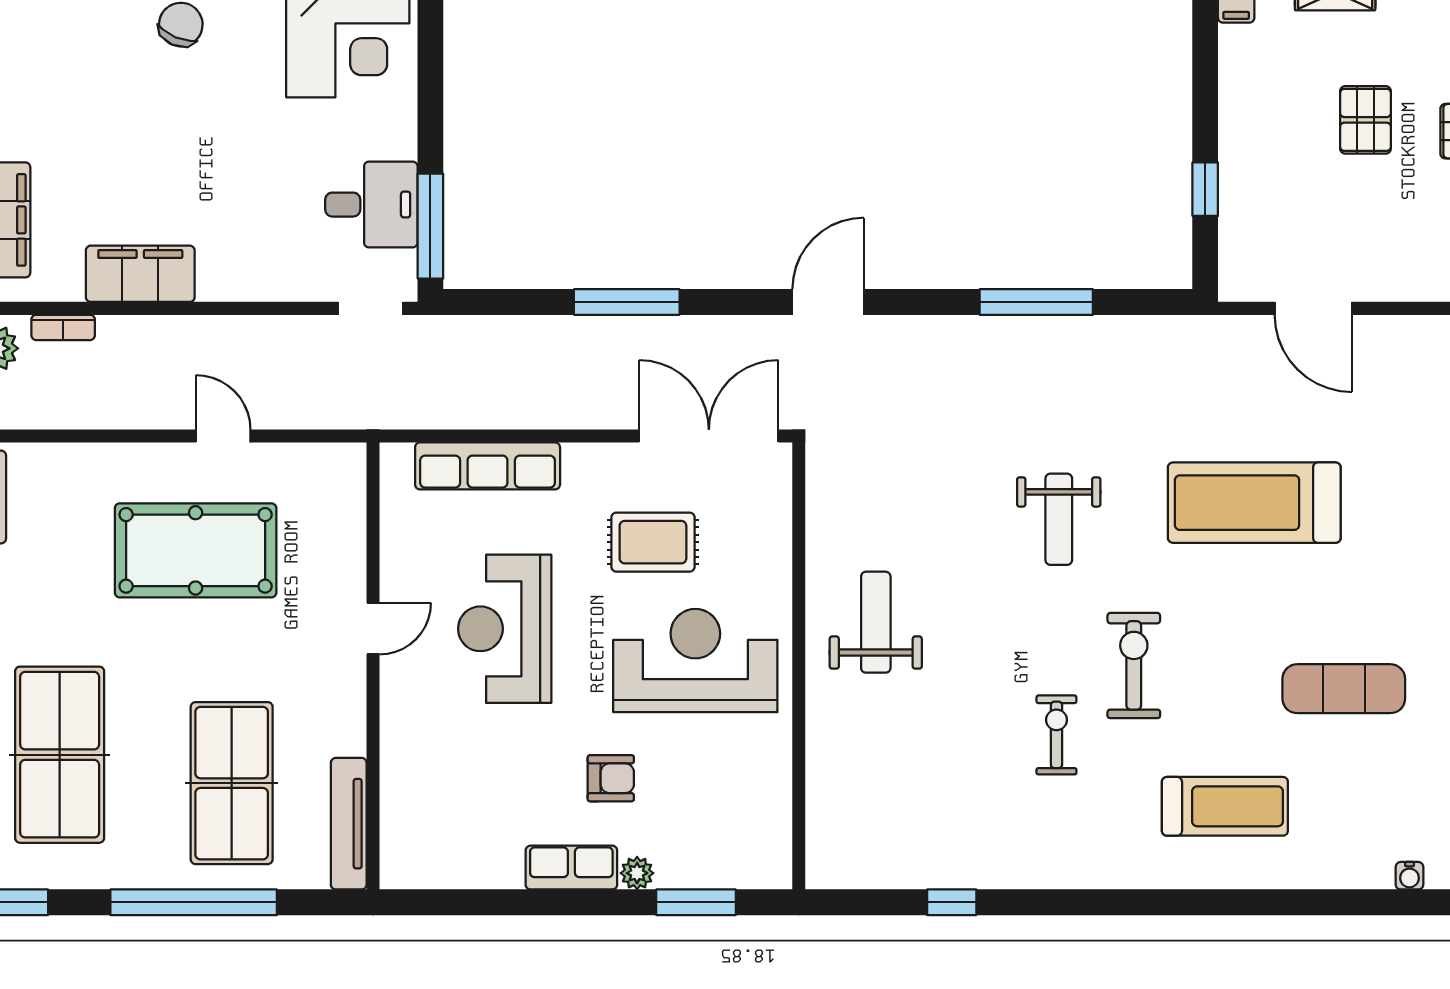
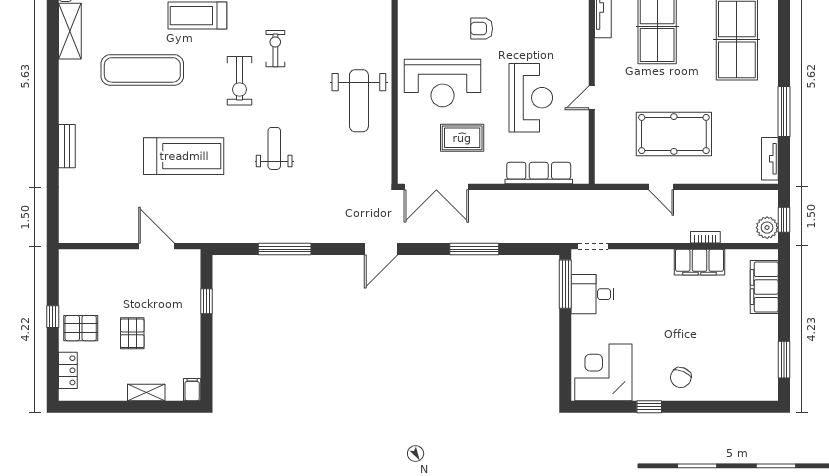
bookcase: (63, 327) -> (705, 237), moved
weight bench: (876, 622) -> (359, 101), width x1.36, depth x1.33
exercise mat: (1344, 689) -> (142, 70), width x1.36, depth x1.45
exercise bike: (1056, 735) -> (275, 49), turned 180

